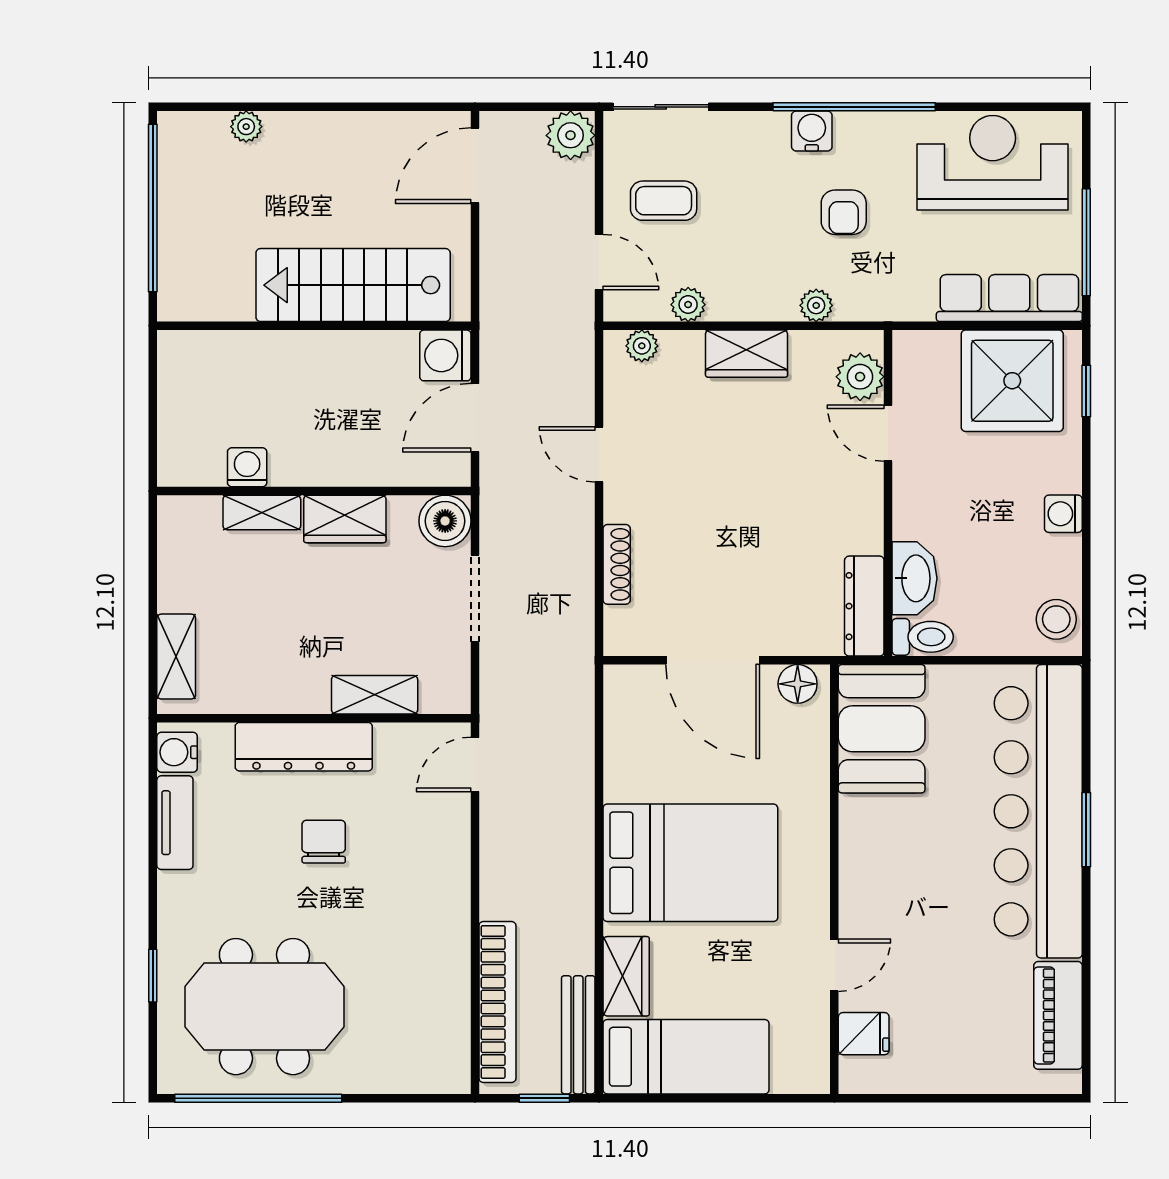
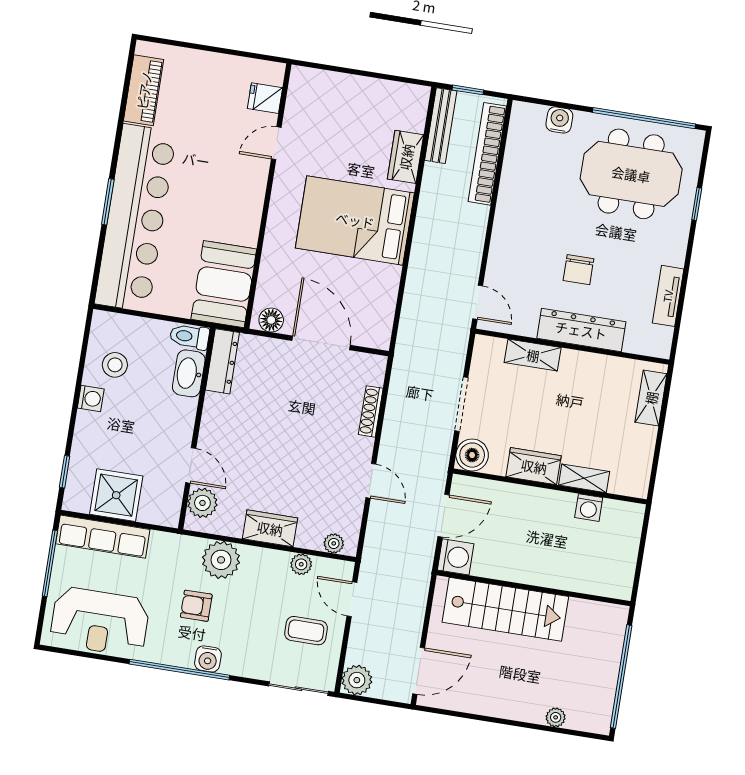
armchair: (844, 212) -> (196, 606), turned -90
plant: (816, 305) -> (221, 560), width x1.87, depth x1.87
shower: (1012, 381) -> (116, 495), width x0.73, depth x0.73
stool: (1056, 619) -> (115, 365), moved
water cooler: (177, 752) -> (559, 120), moved, turned -90
door: (475, 765) -> (478, 302), hinge flipped
bed: (686, 1057) -> (377, 102), removed

